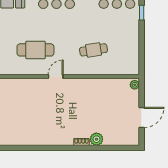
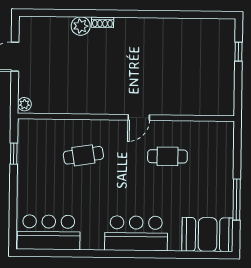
window: (142, 13) -> (14, 154), moved
cafe table: (35, 50) -> (167, 156), width x0.73, depth x0.74

